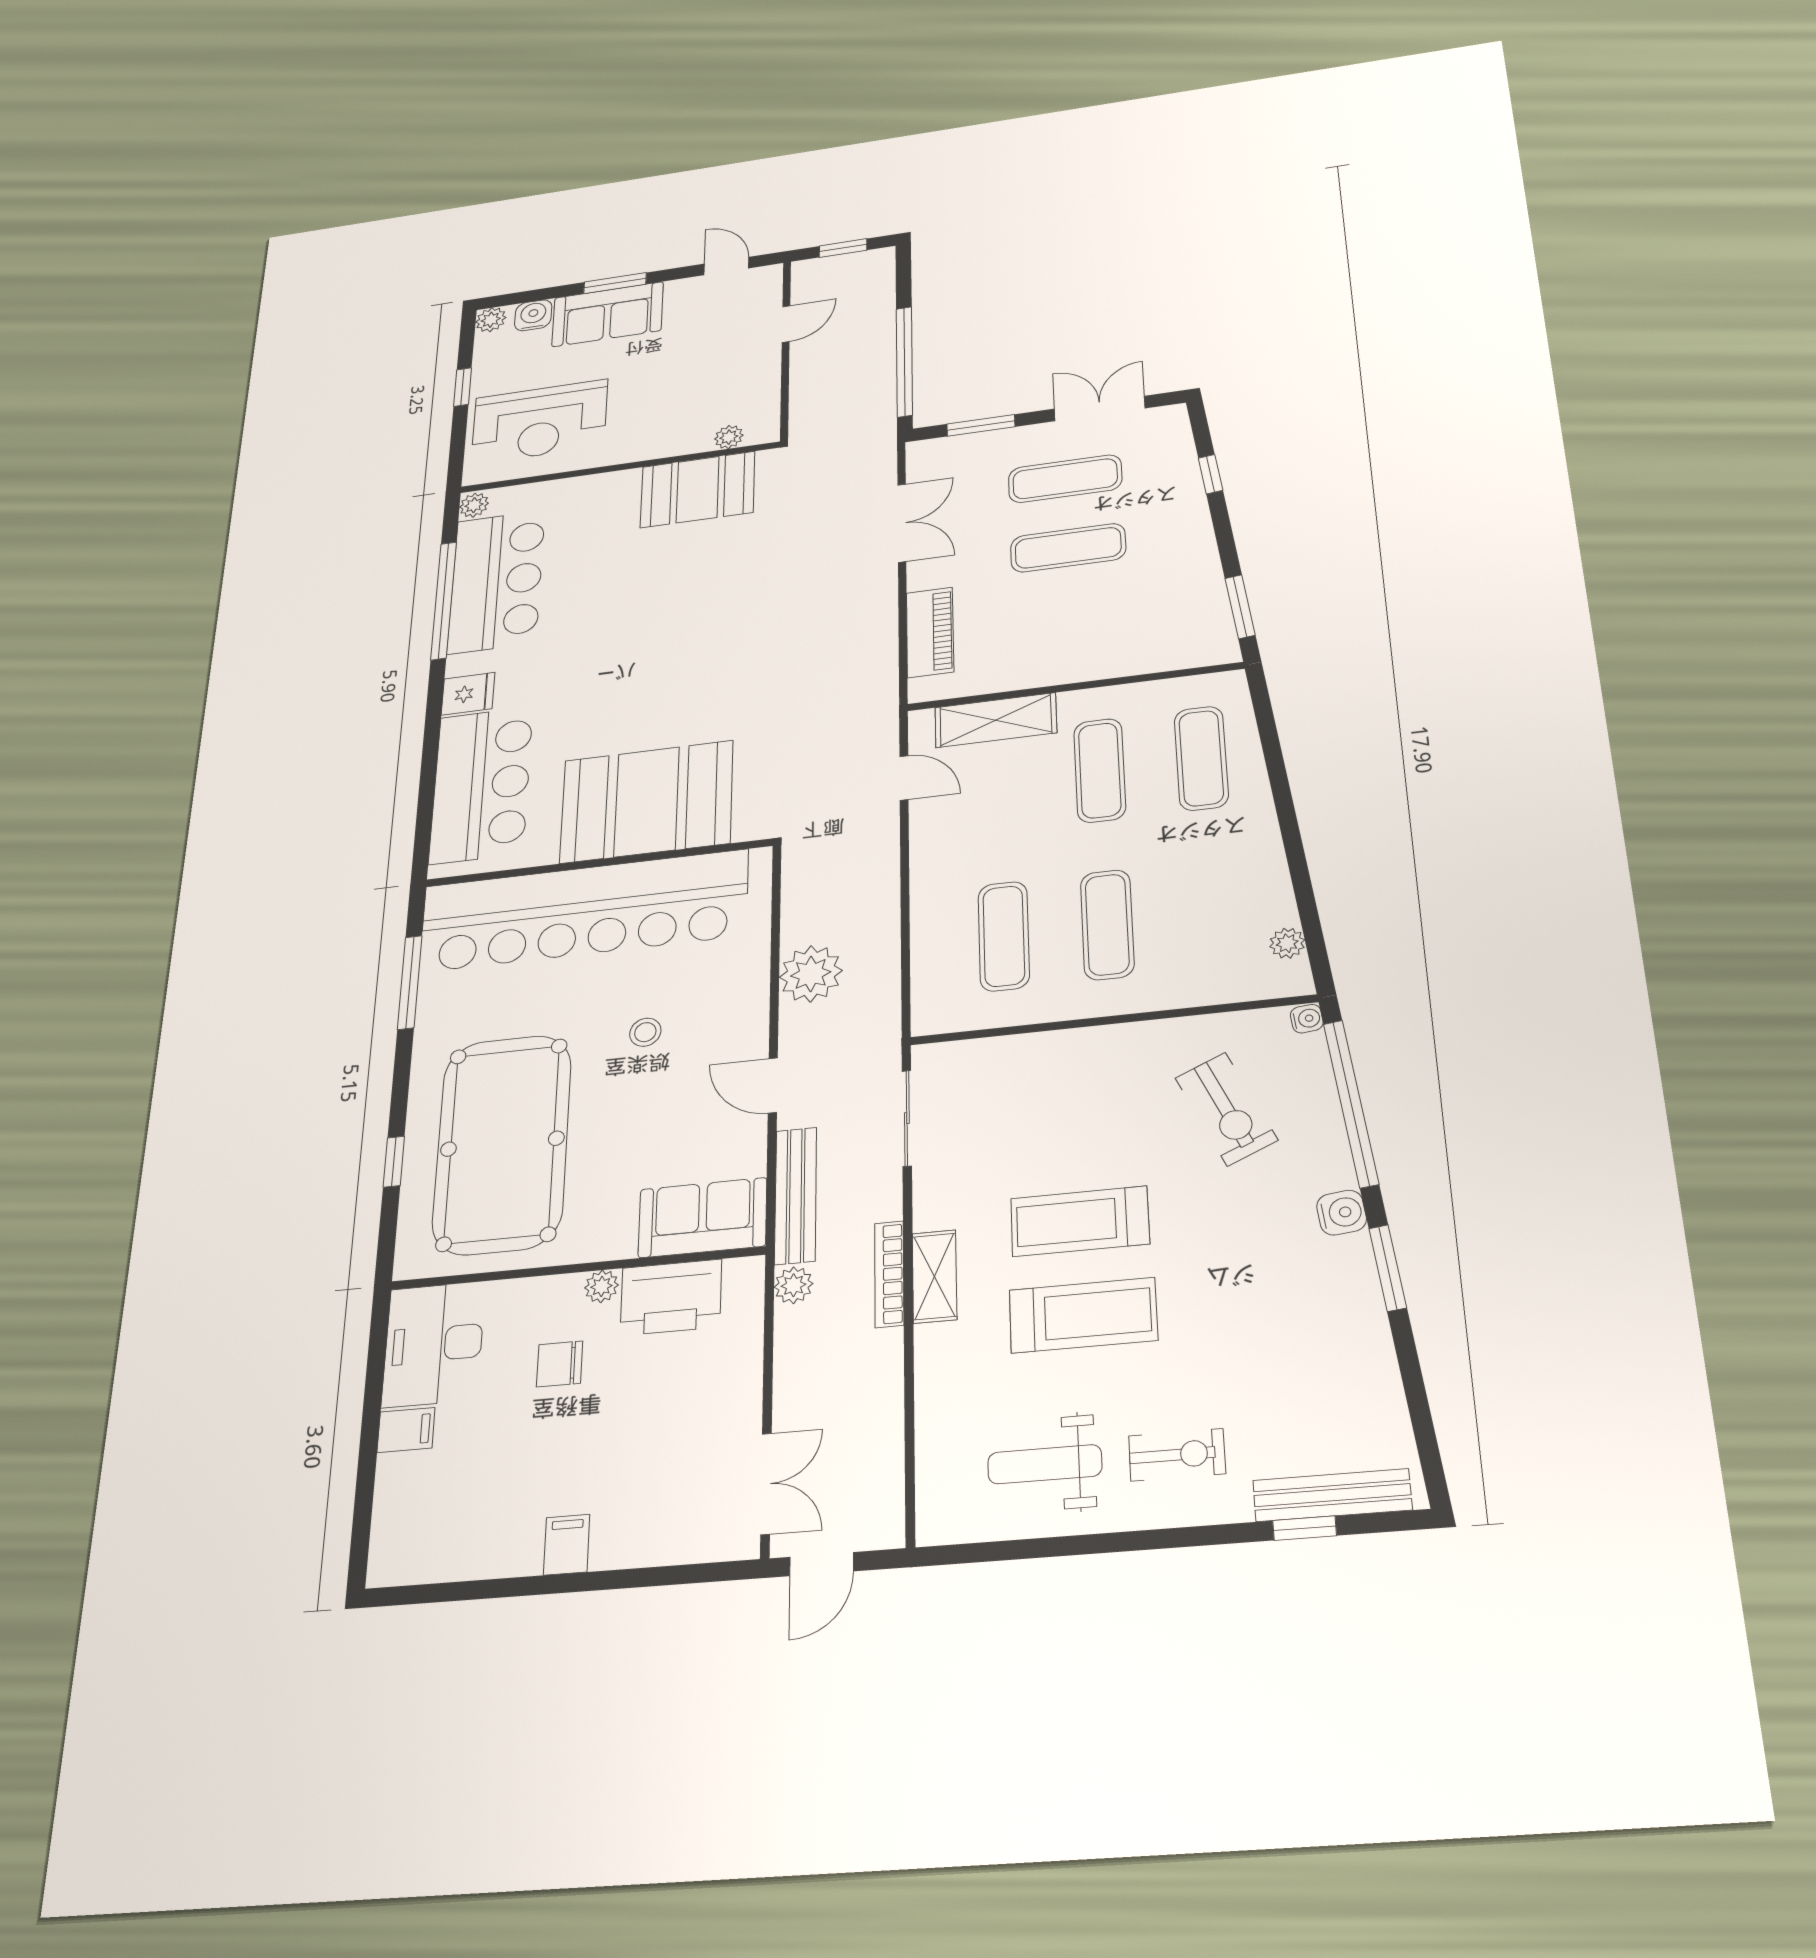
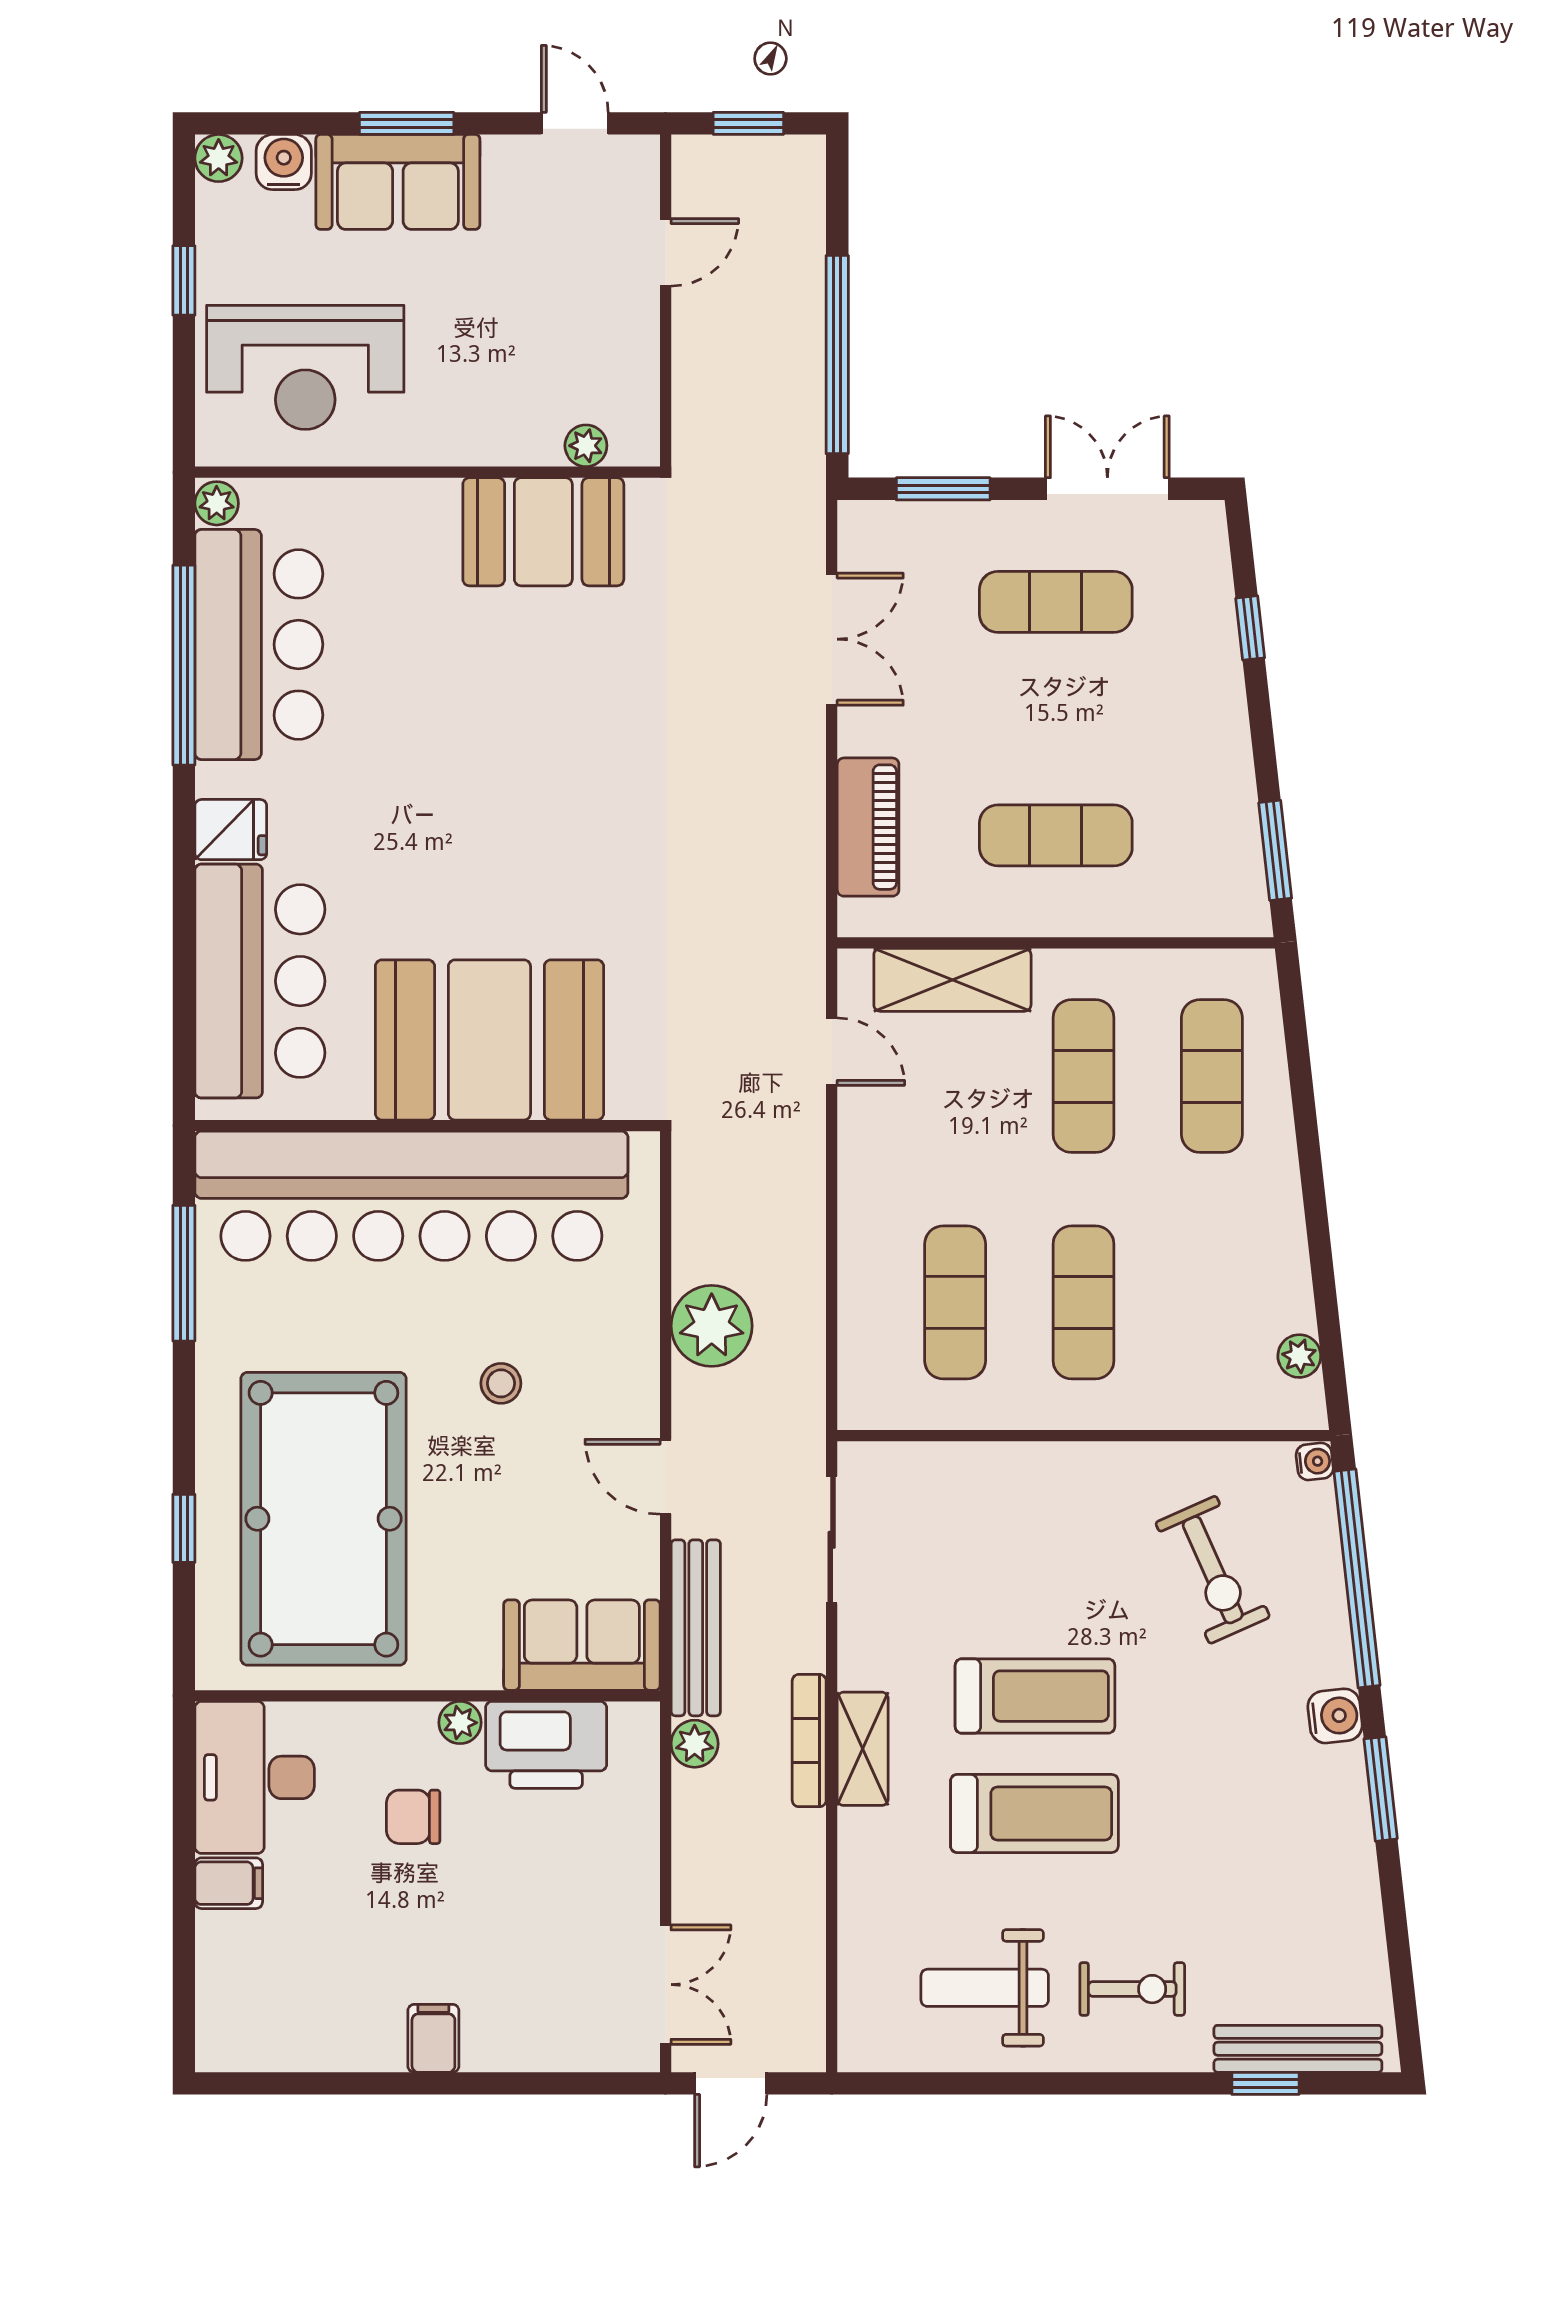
exercise mat: (1068, 548) -> (1056, 835), moved
treadmill: (1080, 1221) -> (1035, 1696), turned 180

